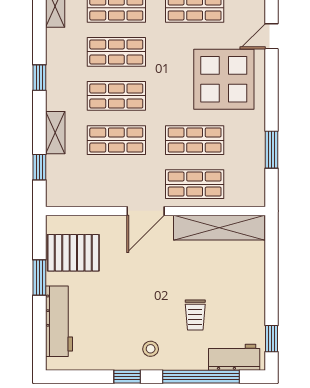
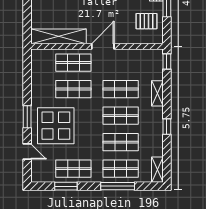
door: (271, 36) -> (27, 152), hinge flipped
window: (271, 150) -> (27, 117), moved
window: (39, 167) -> (167, 61), moved
pallet: (73, 253) -> (146, 21), width x0.67, depth x0.71

